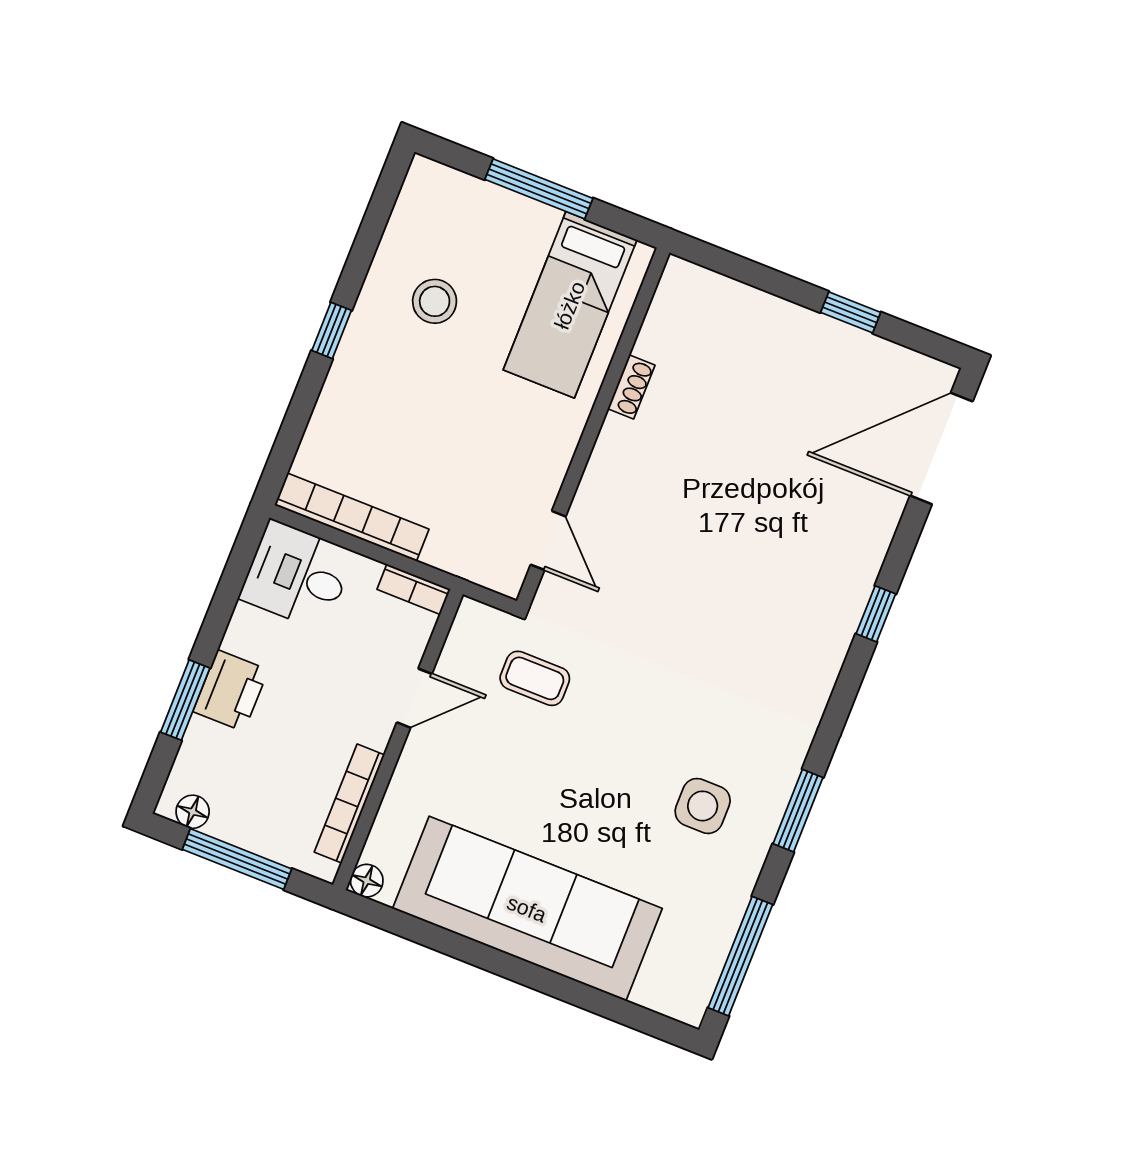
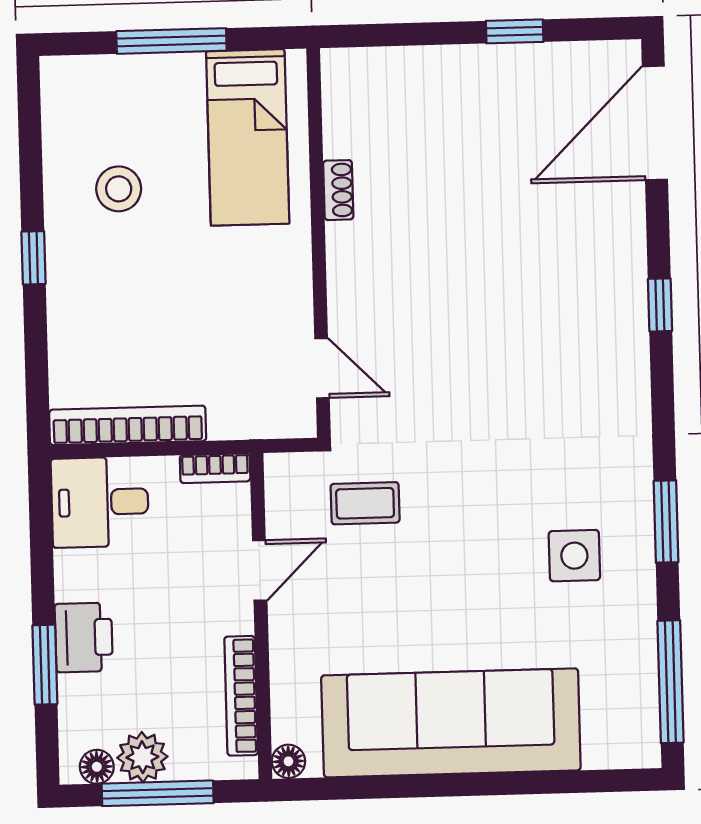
plant: (237, 821) -> (142, 757), added

